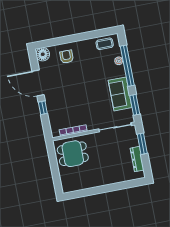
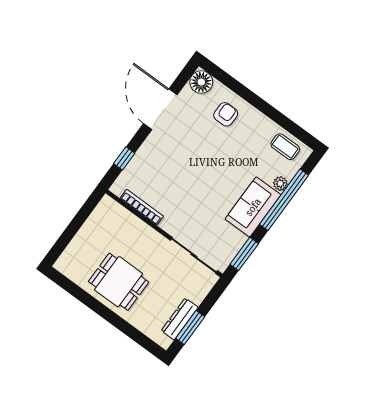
sofa: (120, 94) -> (253, 207), moved
window: (43, 108) -> (124, 158), moved
window: (142, 144) -> (190, 328), moved
dining table: (73, 154) -> (119, 282), moved

